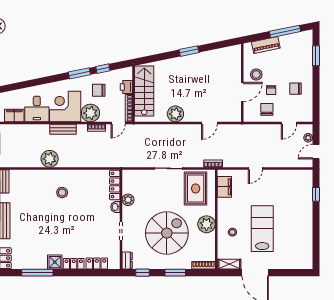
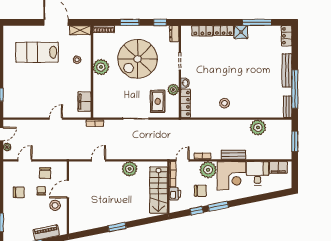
plant: (50, 159) -> (258, 127), moved
rug: (196, 188) -> (158, 101), moved, width x0.73, depth x0.70
stool: (62, 193) -> (224, 103), moved
lab bench: (262, 229) -> (37, 52), moved, turned 90

